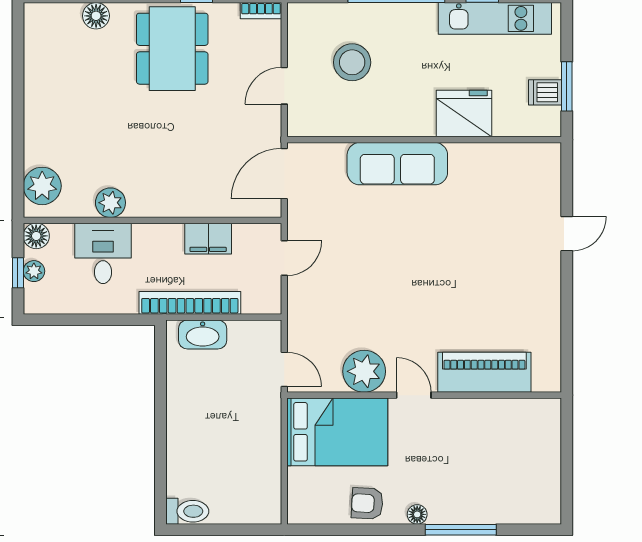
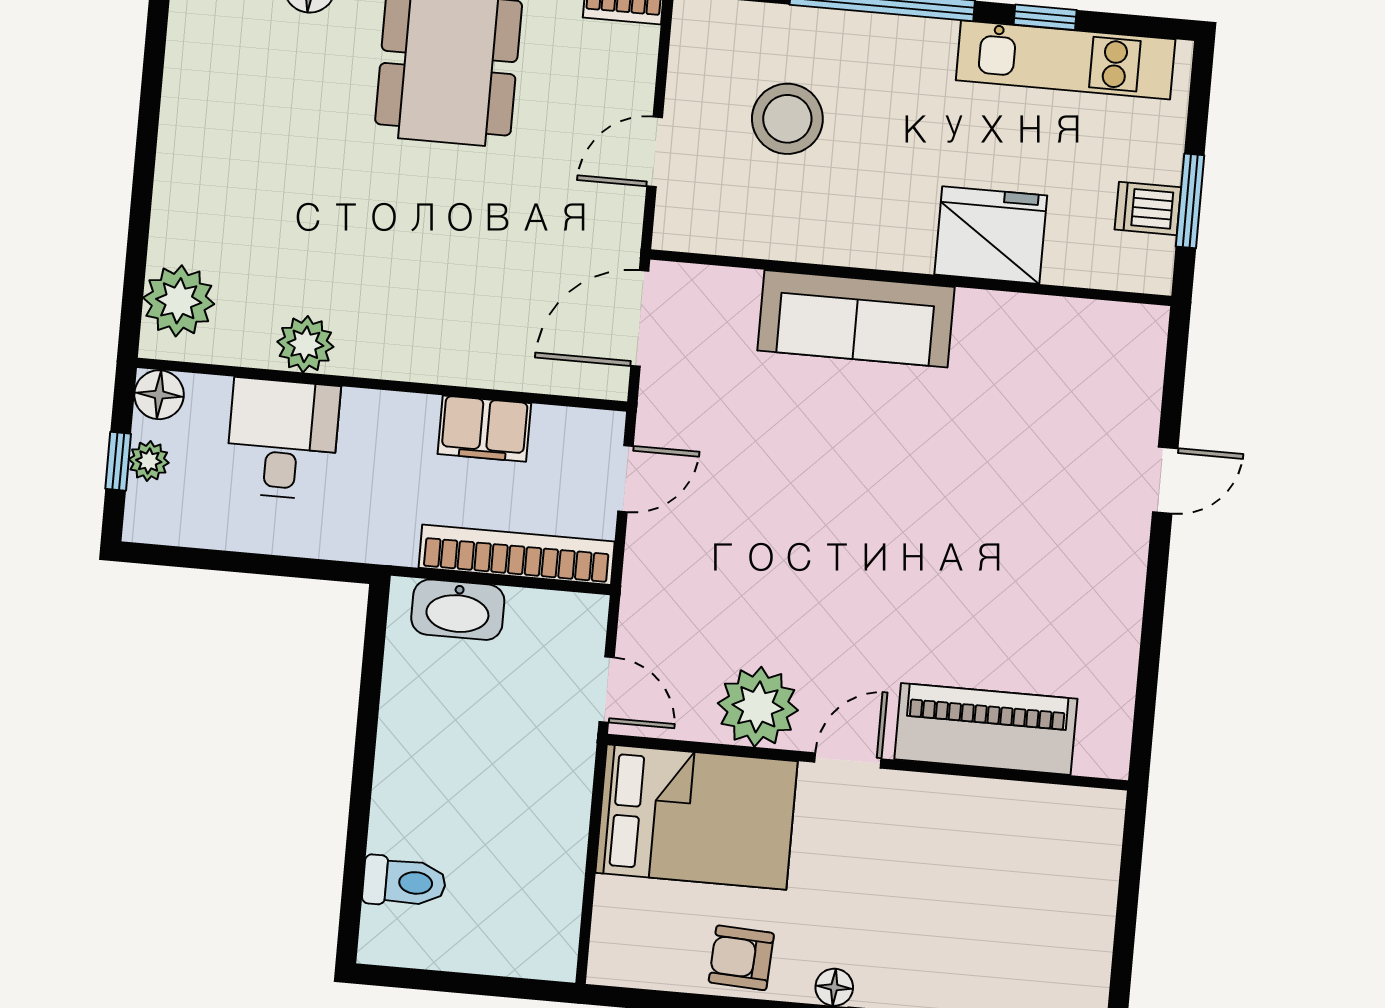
bookcase: (190, 303) -> (517, 555), moved
door: (414, 395) -> (848, 760), hinge flipped
toilet: (187, 511) -> (404, 882), moved

